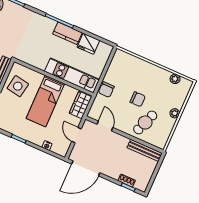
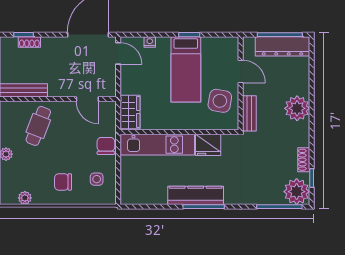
kitchen counter: (67, 33) -> (196, 195), width x1.50
fridge: (88, 44) -> (208, 145), moved, turned 180
side table: (122, 70) -> (97, 179), added
chair: (138, 99) -> (63, 182), moved
bed: (45, 101) -> (186, 69), moved, turned 180
door: (76, 135) -> (118, 53), moved

